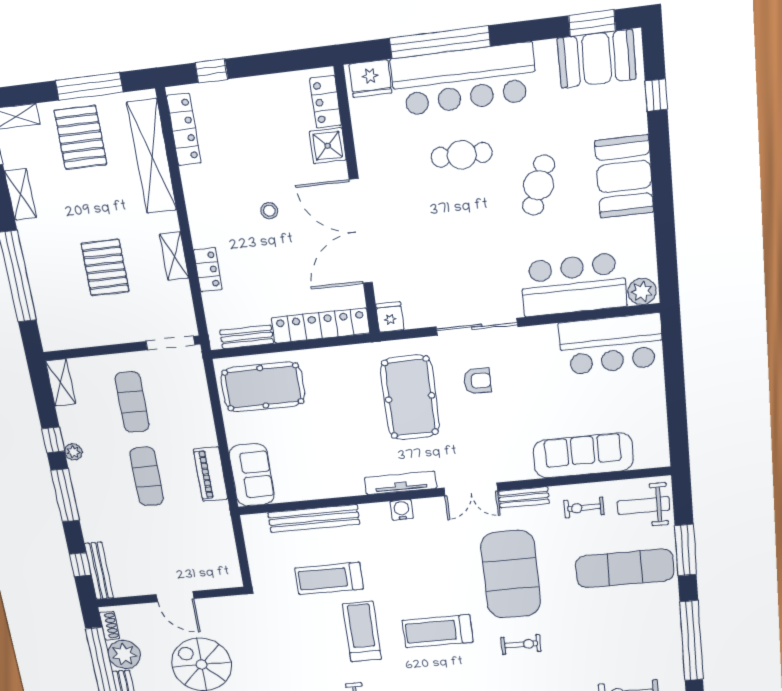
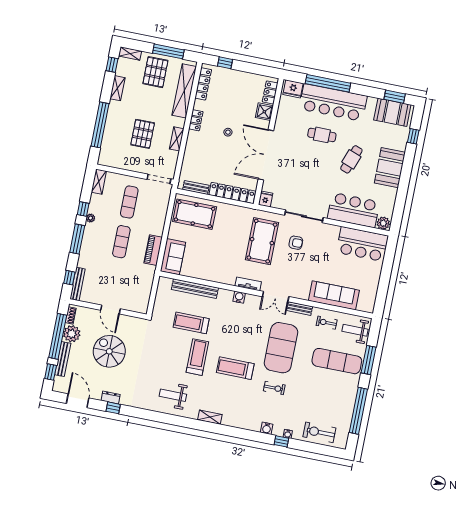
locker: (208, 270) -> (196, 120), moved
tv unit: (400, 483) -> (248, 284), width x0.71

